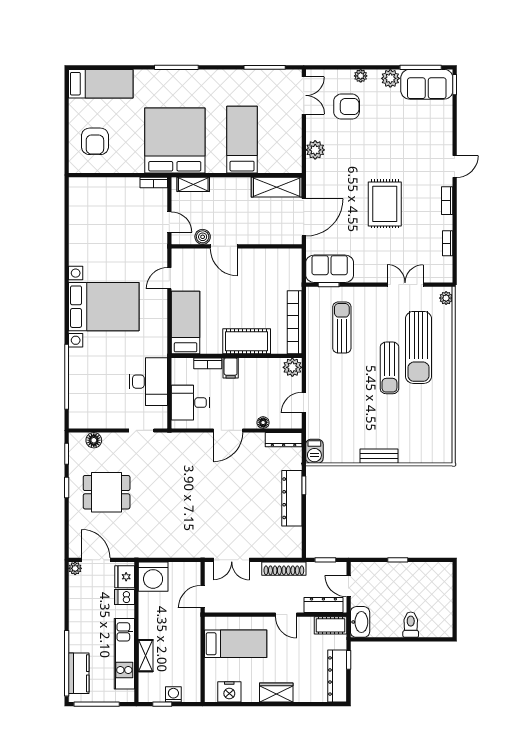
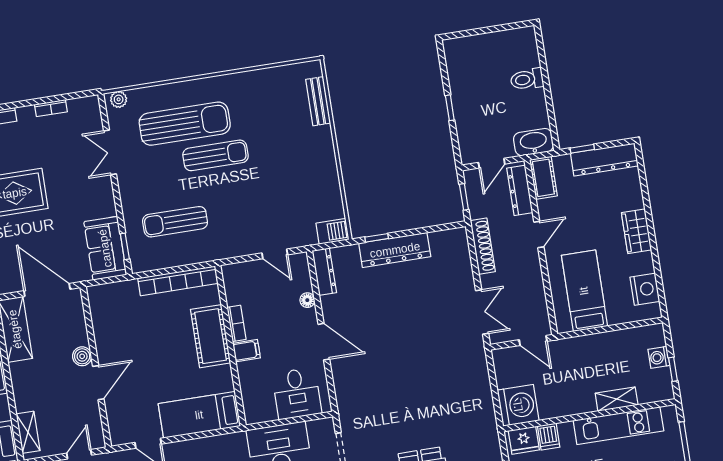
boiler: (203, 237) -> (82, 356), moved
bookcase: (208, 363) -> (236, 323), moved
plant: (292, 367) -> (234, 275), removed
bench: (379, 456) -> (318, 101), moved

